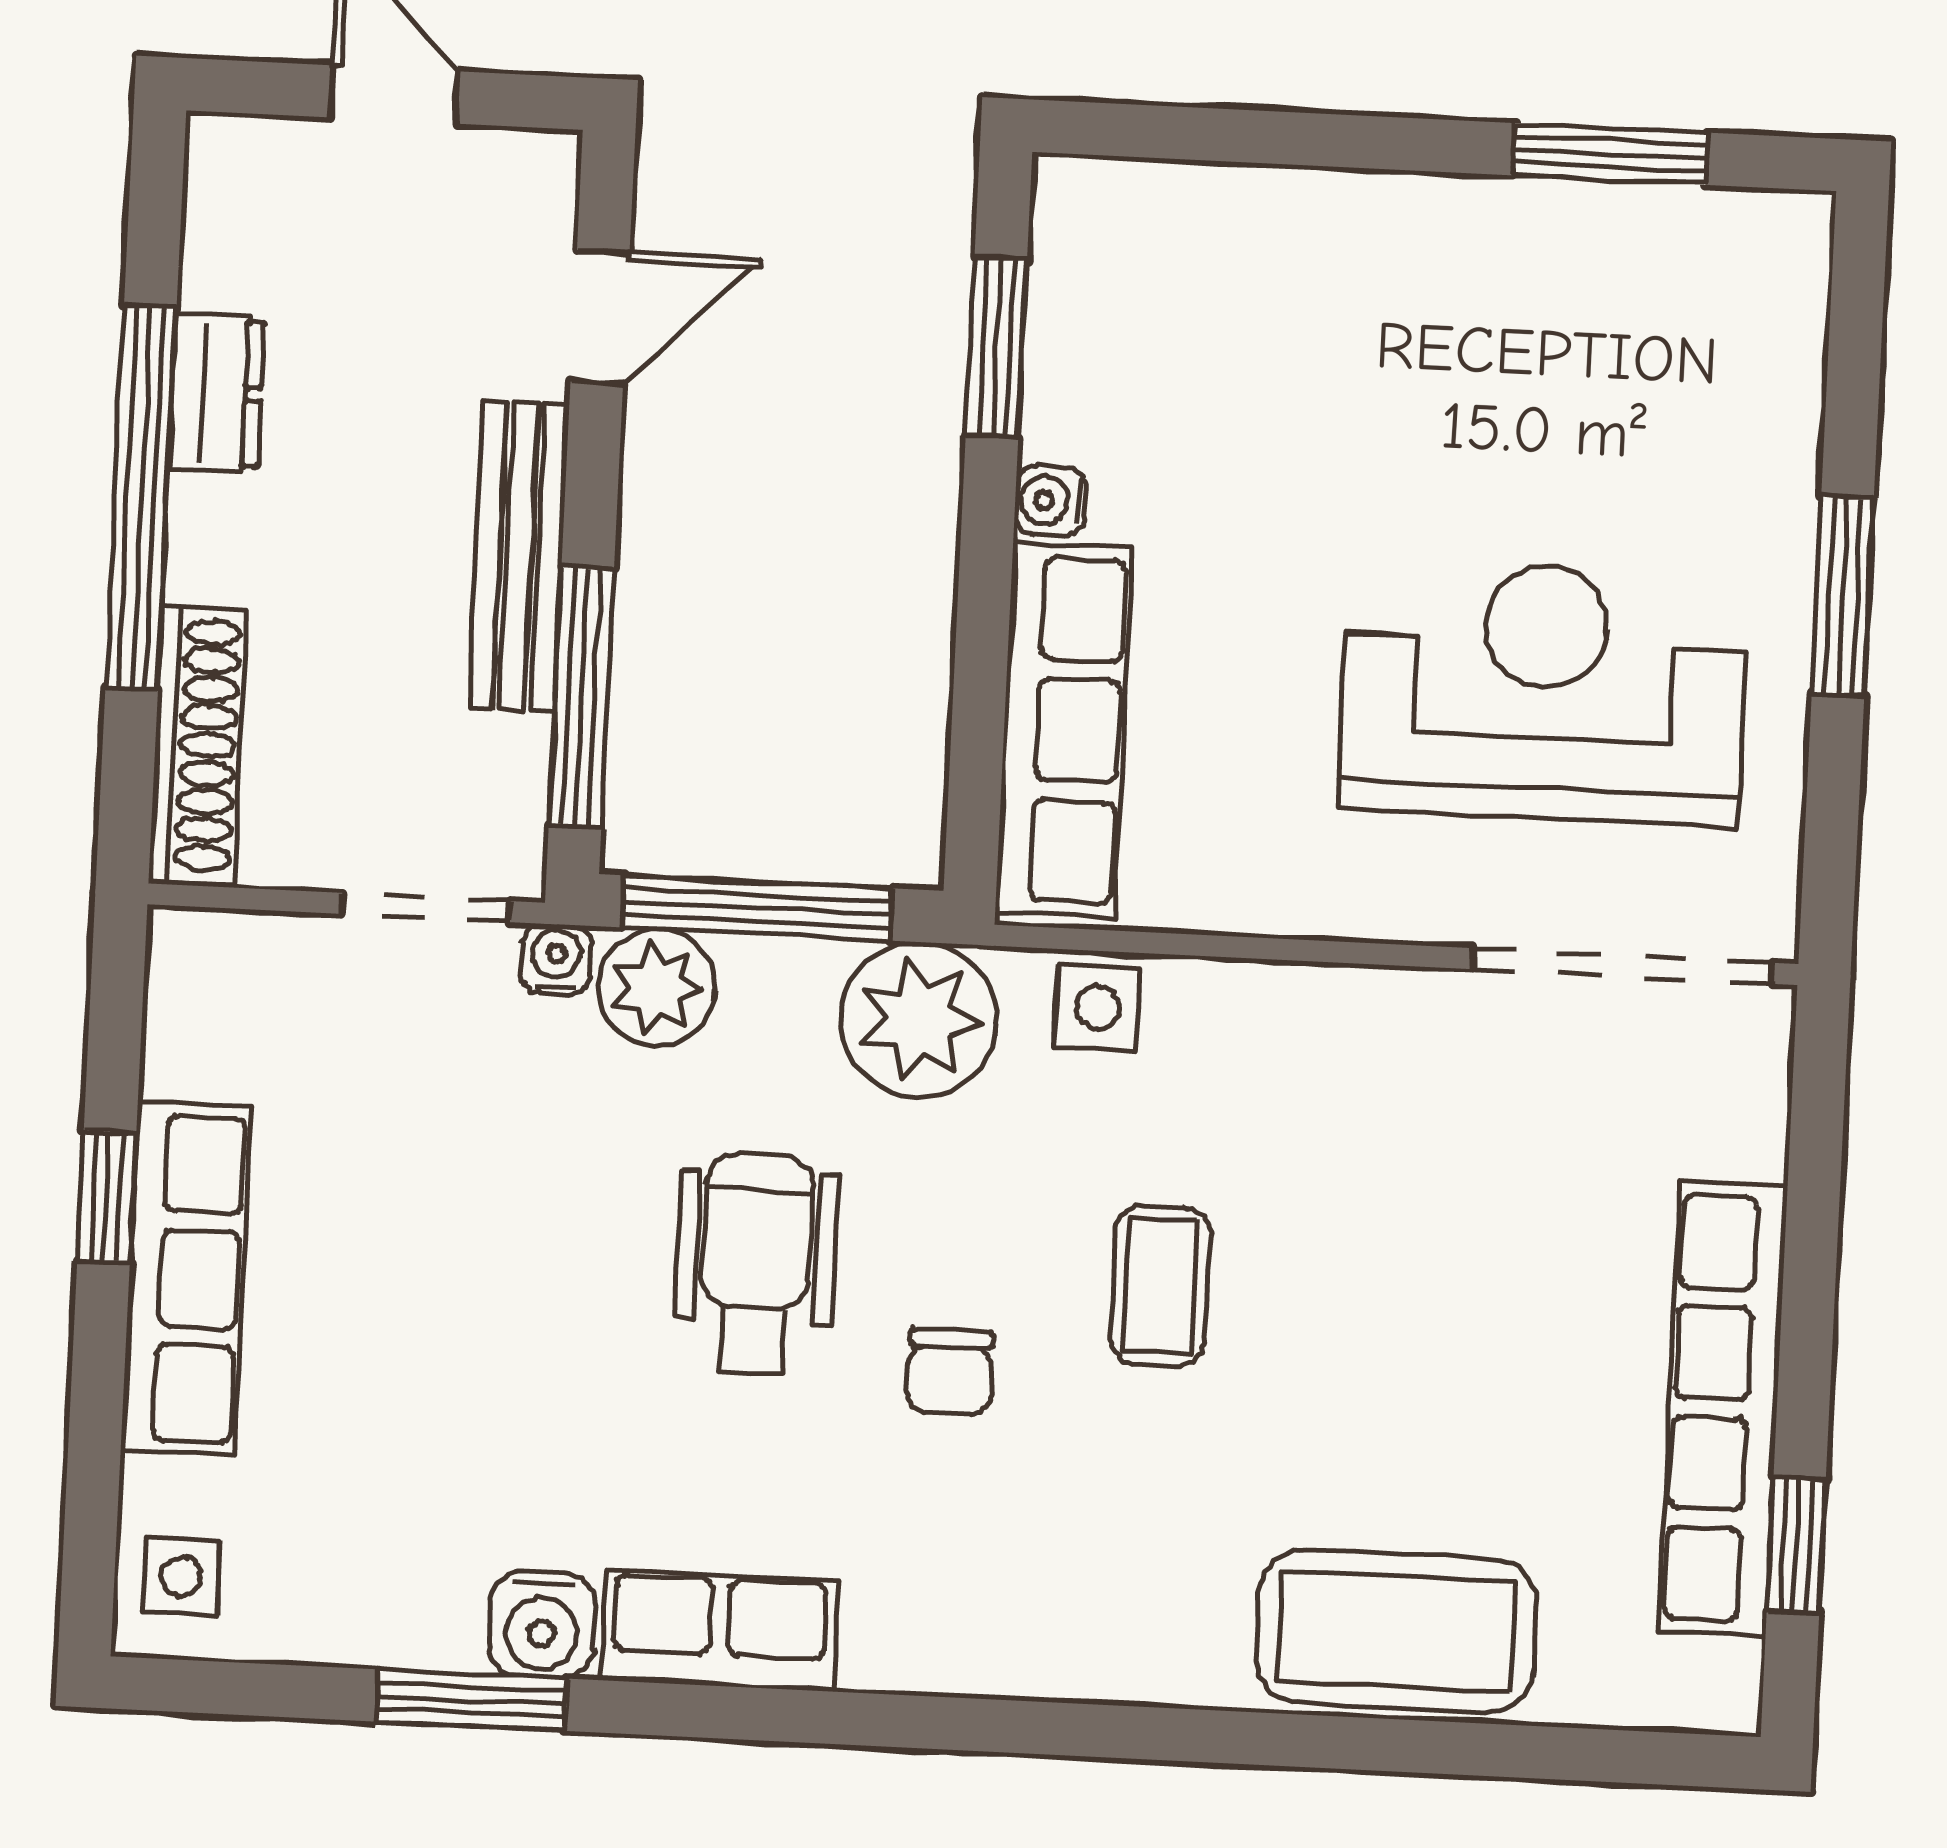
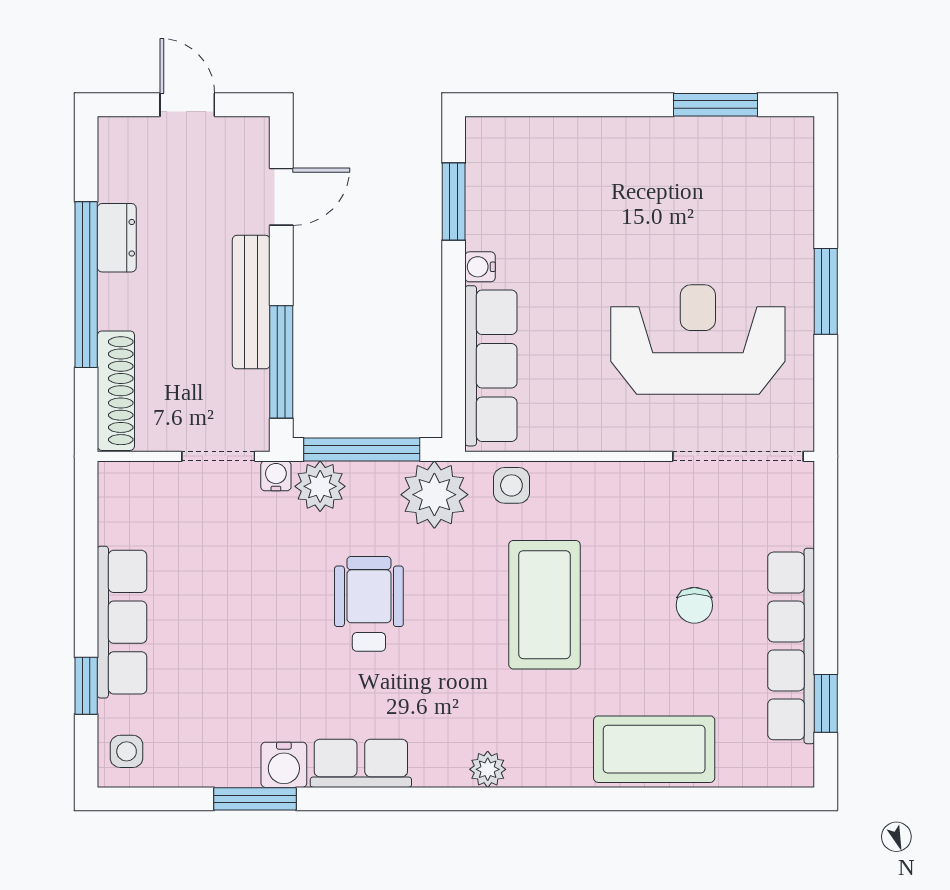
window: (107, 1197) -> (86, 686), moved
coffee table: (1160, 1286) -> (544, 605), width x1.86, depth x1.72
chair: (950, 1372) -> (694, 605), moved
plant: (1011, 1658) -> (488, 769), added

